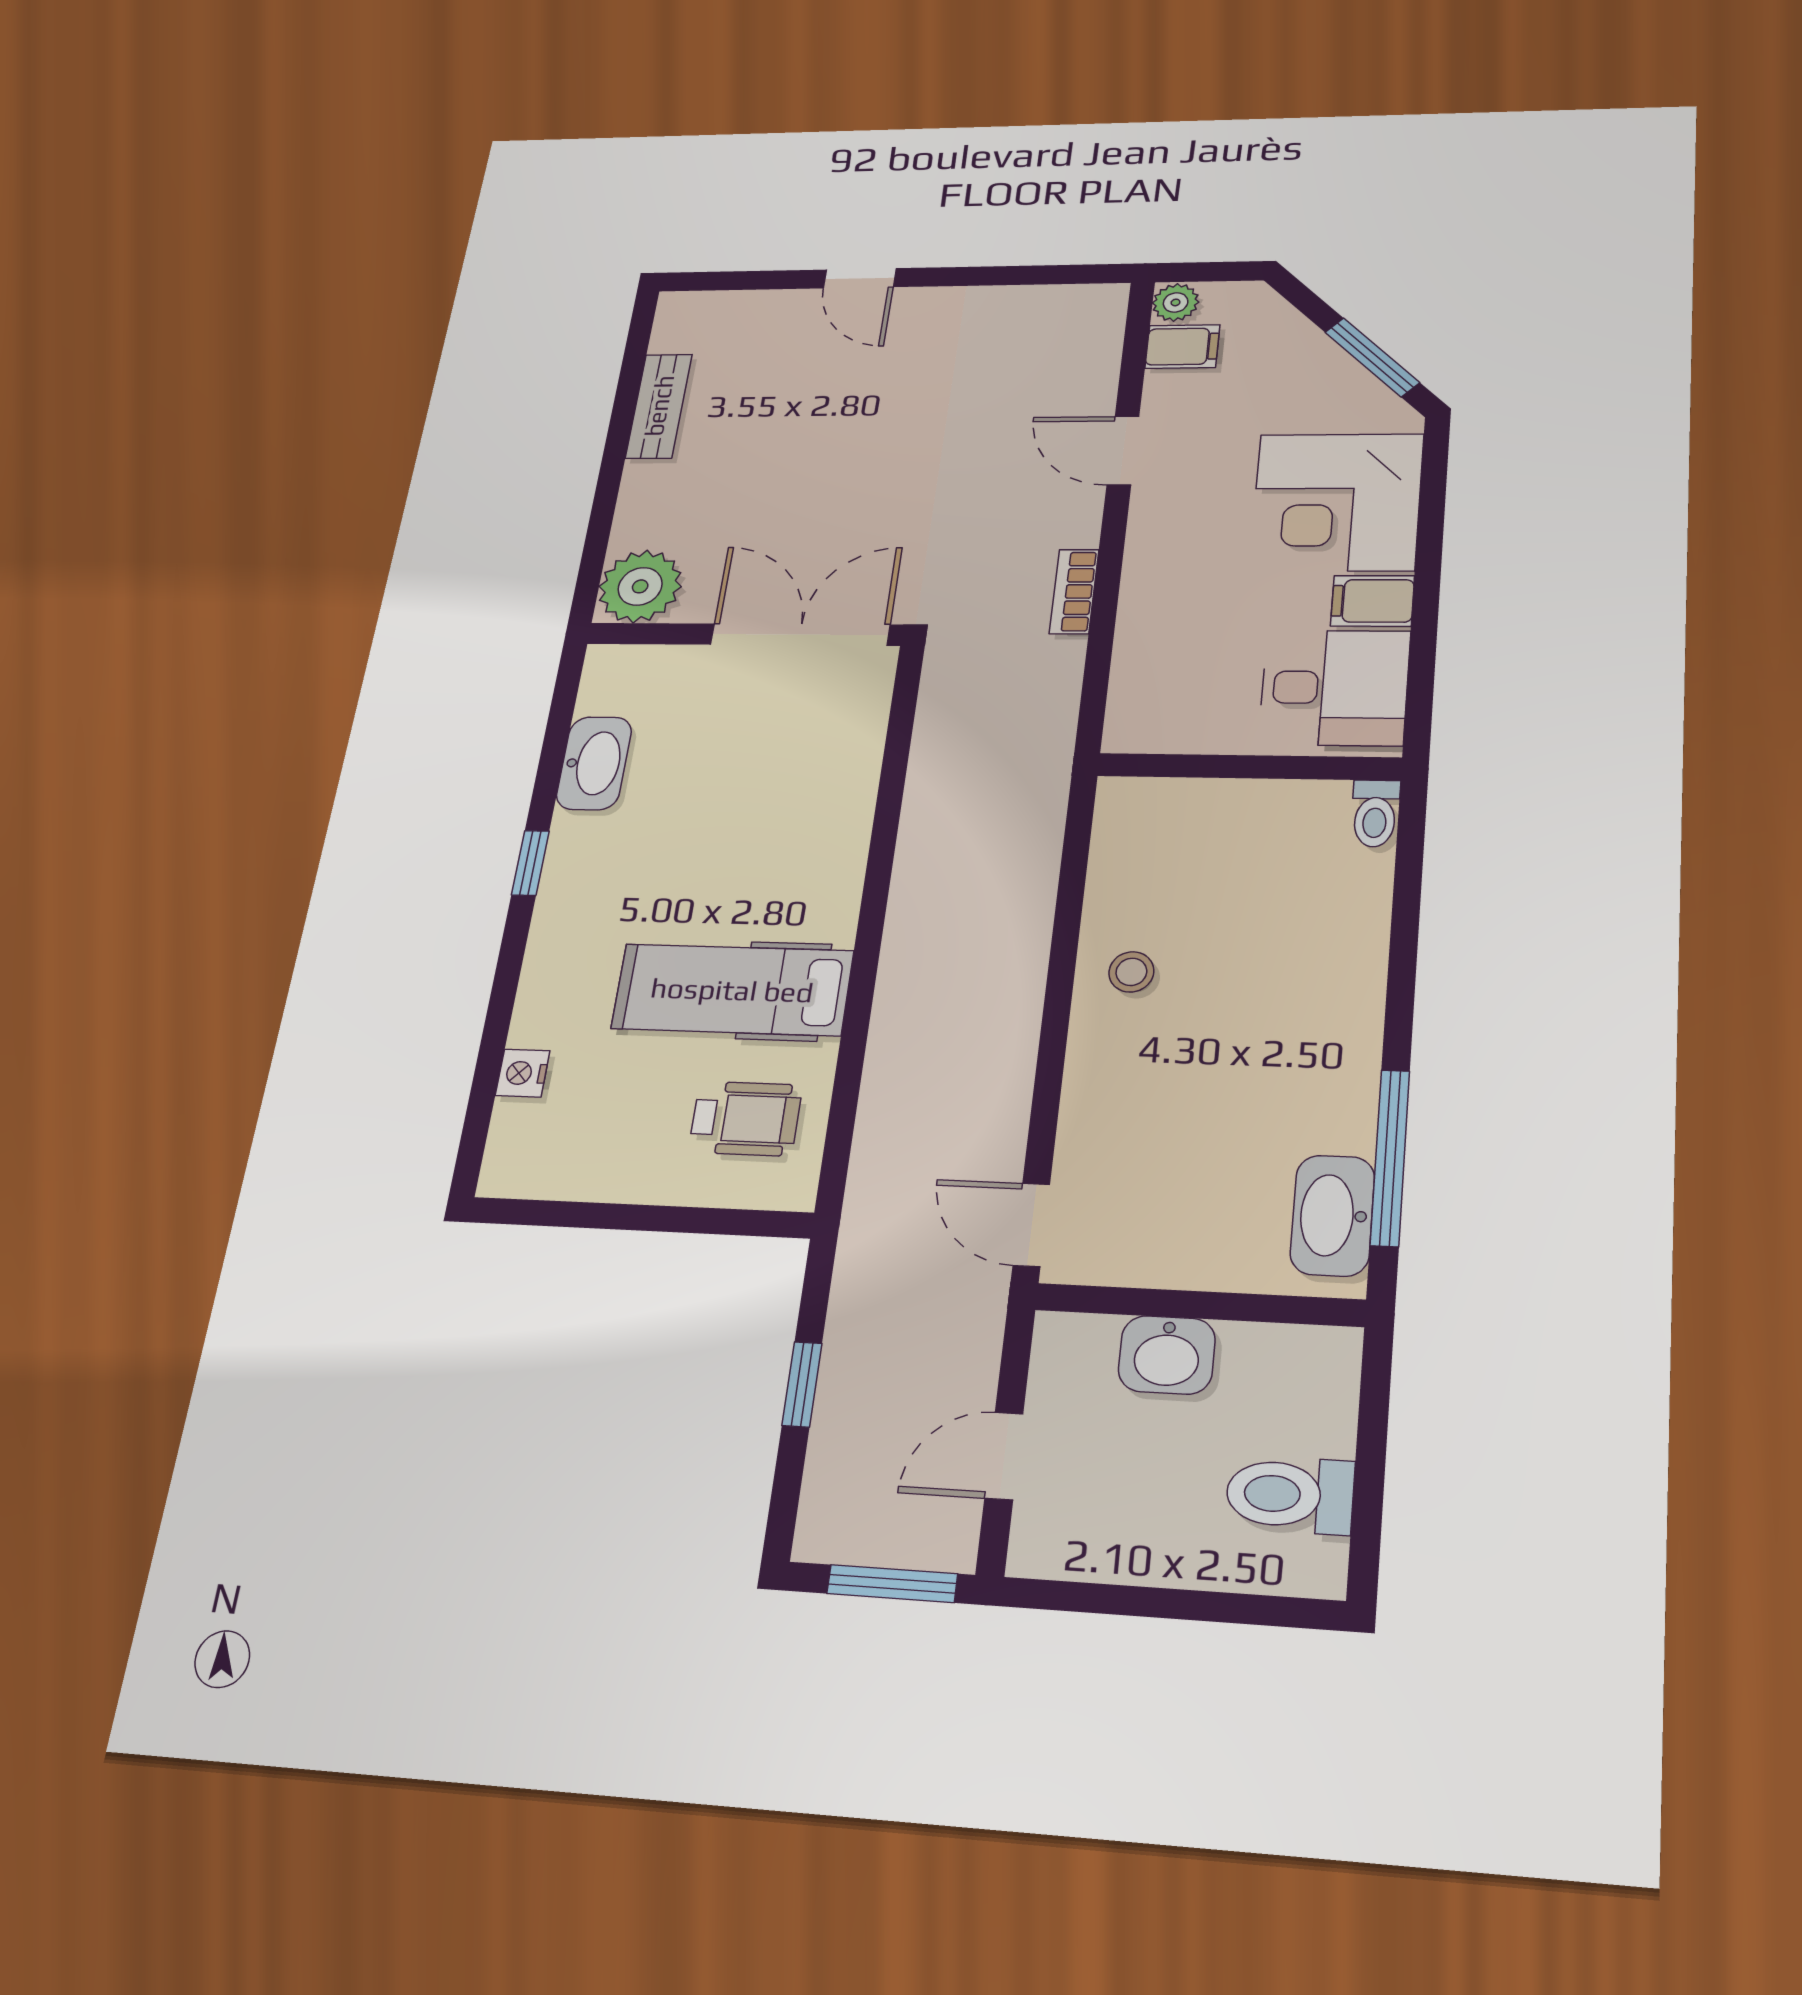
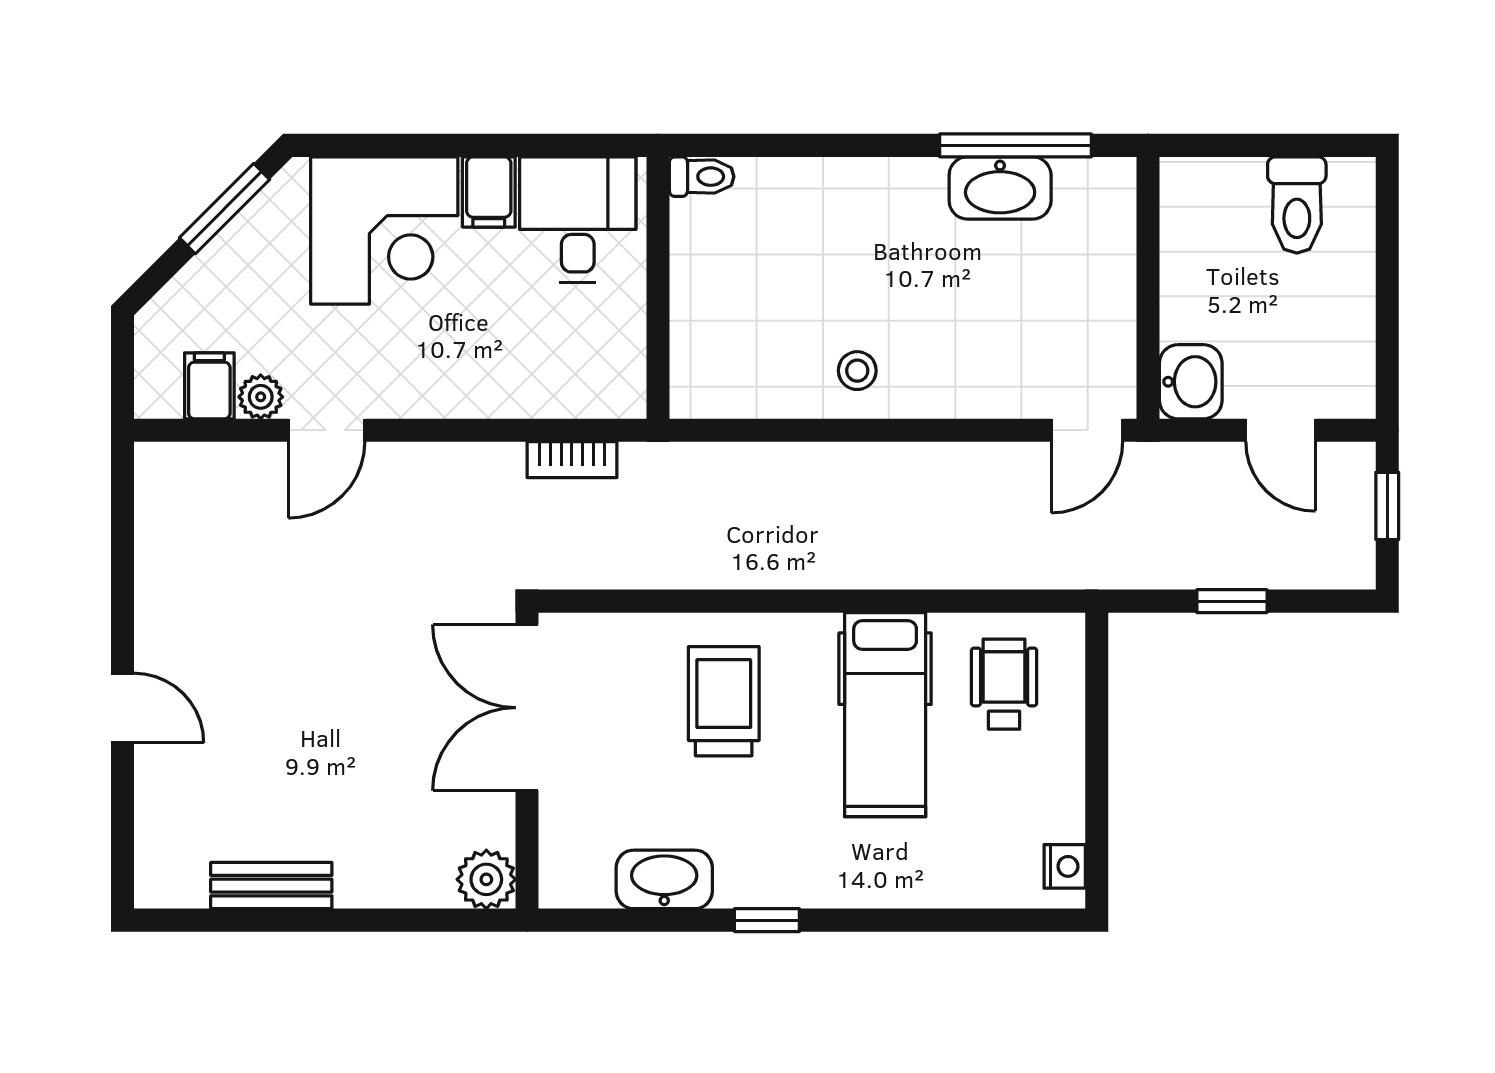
door: (860, 278) -> (123, 708), hinge flipped
plant: (1176, 302) -> (261, 397), moved
plant: (640, 586) -> (486, 879), width x0.73, depth x0.73
bookcase: (1074, 591) -> (572, 460), moved
trolley: (775, 825) -> (724, 701), added
nightstand: (523, 1073) -> (1065, 866), moved, turned -90
washbasin: (1332, 1215) -> (1000, 188), moved
washbasin: (1167, 1355) -> (1191, 382), moved
window: (892, 1584) -> (1387, 506), width x0.67

